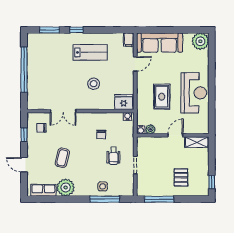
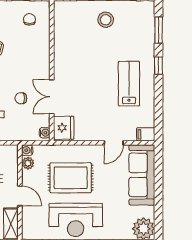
lab bench: (90, 52) -> (129, 84), turned 180
door: (135, 64) -> (114, 143), hinge flipped
stool: (94, 84) -> (106, 20), moved
rug: (162, 97) -> (71, 178), width x1.36, depth x1.43
double door: (63, 111) -> (52, 97), moved

